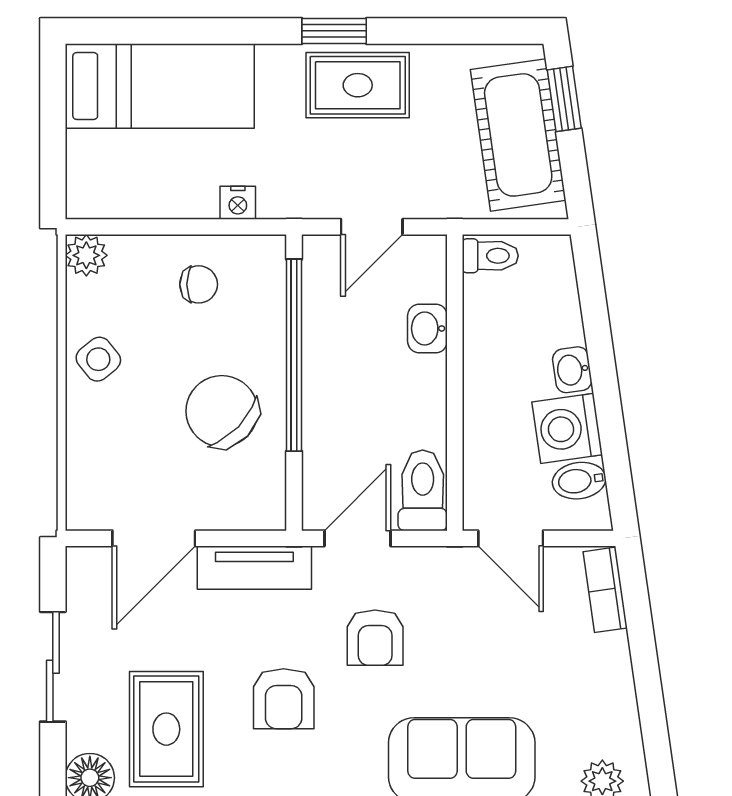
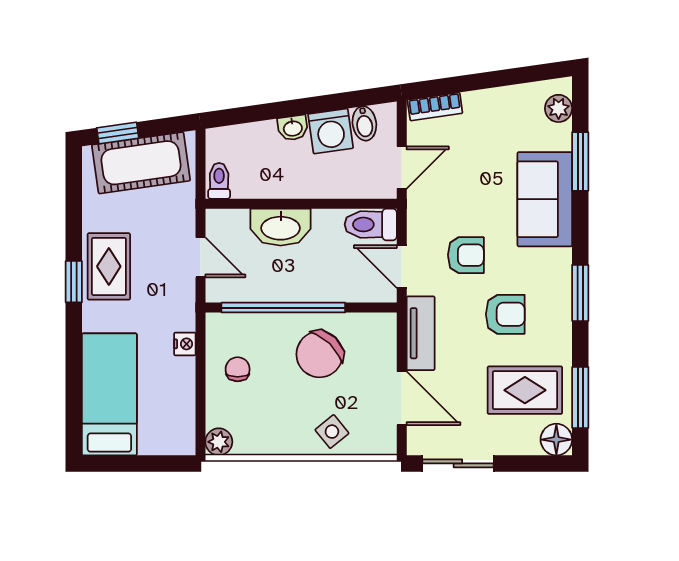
washbasin: (427, 328) -> (281, 227), width x1.91, depth x1.45
side table: (98, 359) -> (332, 432), moved
sliding door: (53, 667) -> (458, 463), moved

